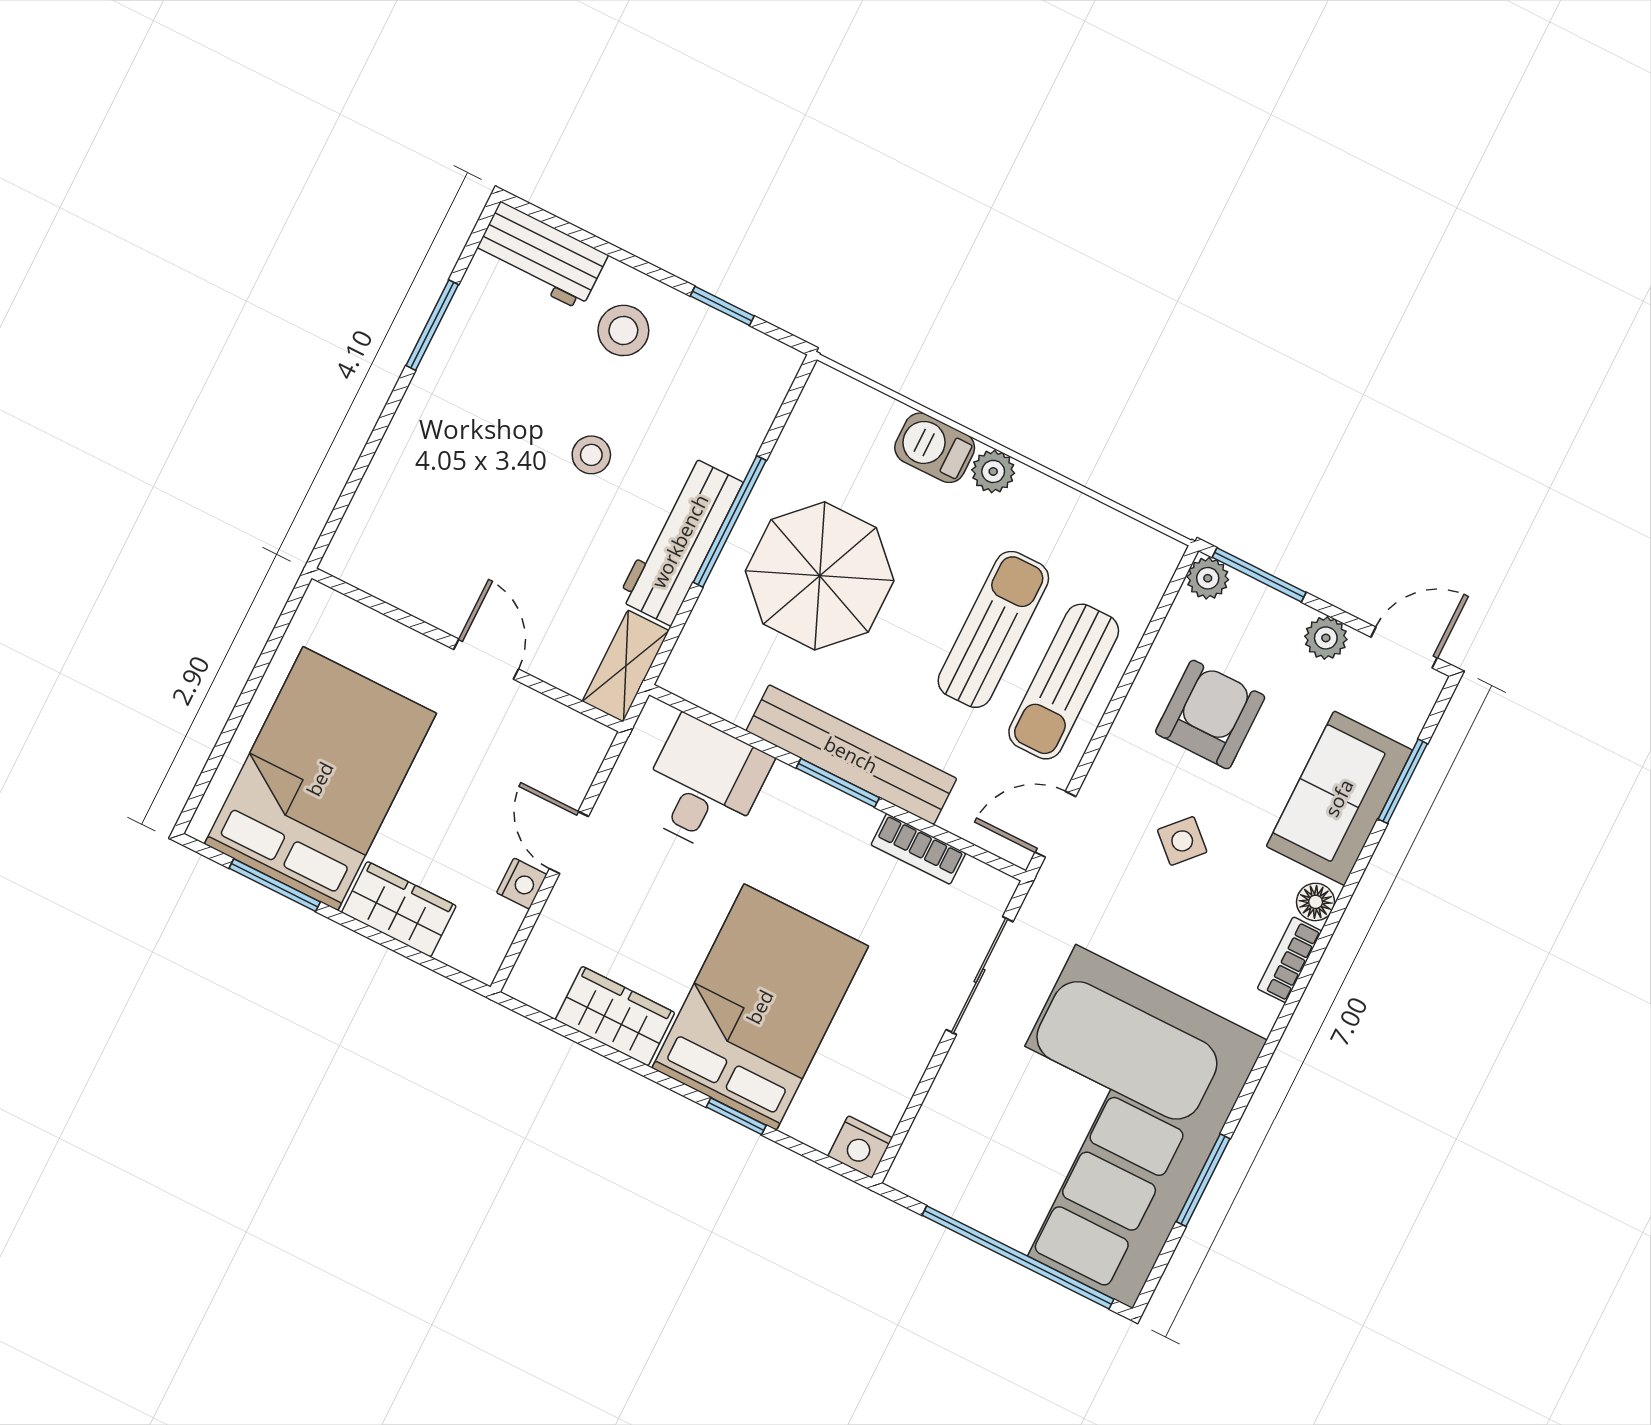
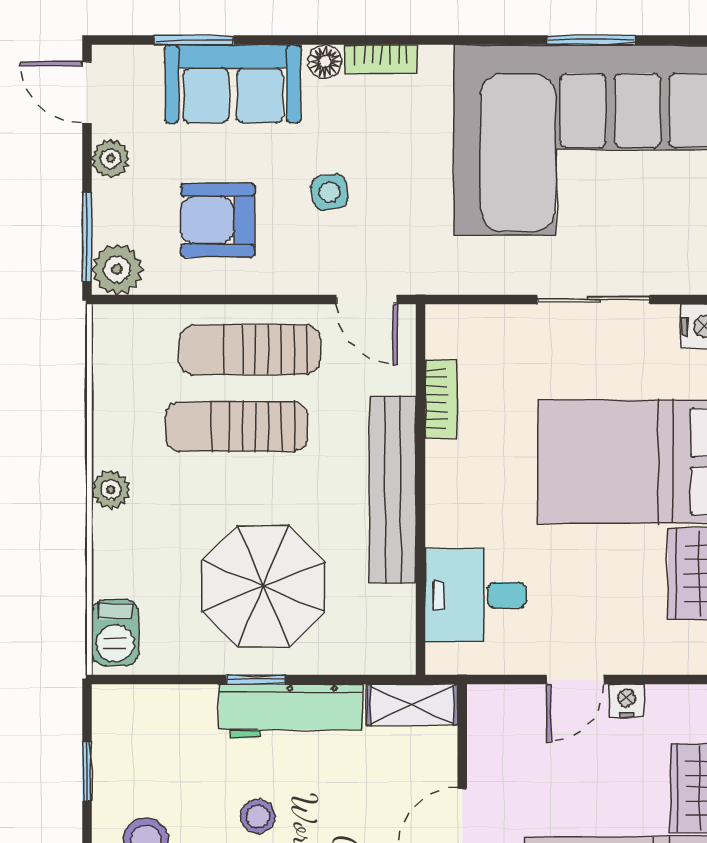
barbecue: (935, 448) -> (115, 633), moved
window: (730, 521) -> (256, 680), width x0.46
plant: (1208, 578) -> (117, 269), width x1.38, depth x1.38
sun lounger: (1064, 682) -> (250, 350), turned 180
window: (838, 783) -> (421, 489), removed
side table: (1182, 841) -> (330, 192), turned 38
sliding door: (980, 976) -> (594, 300), moved

